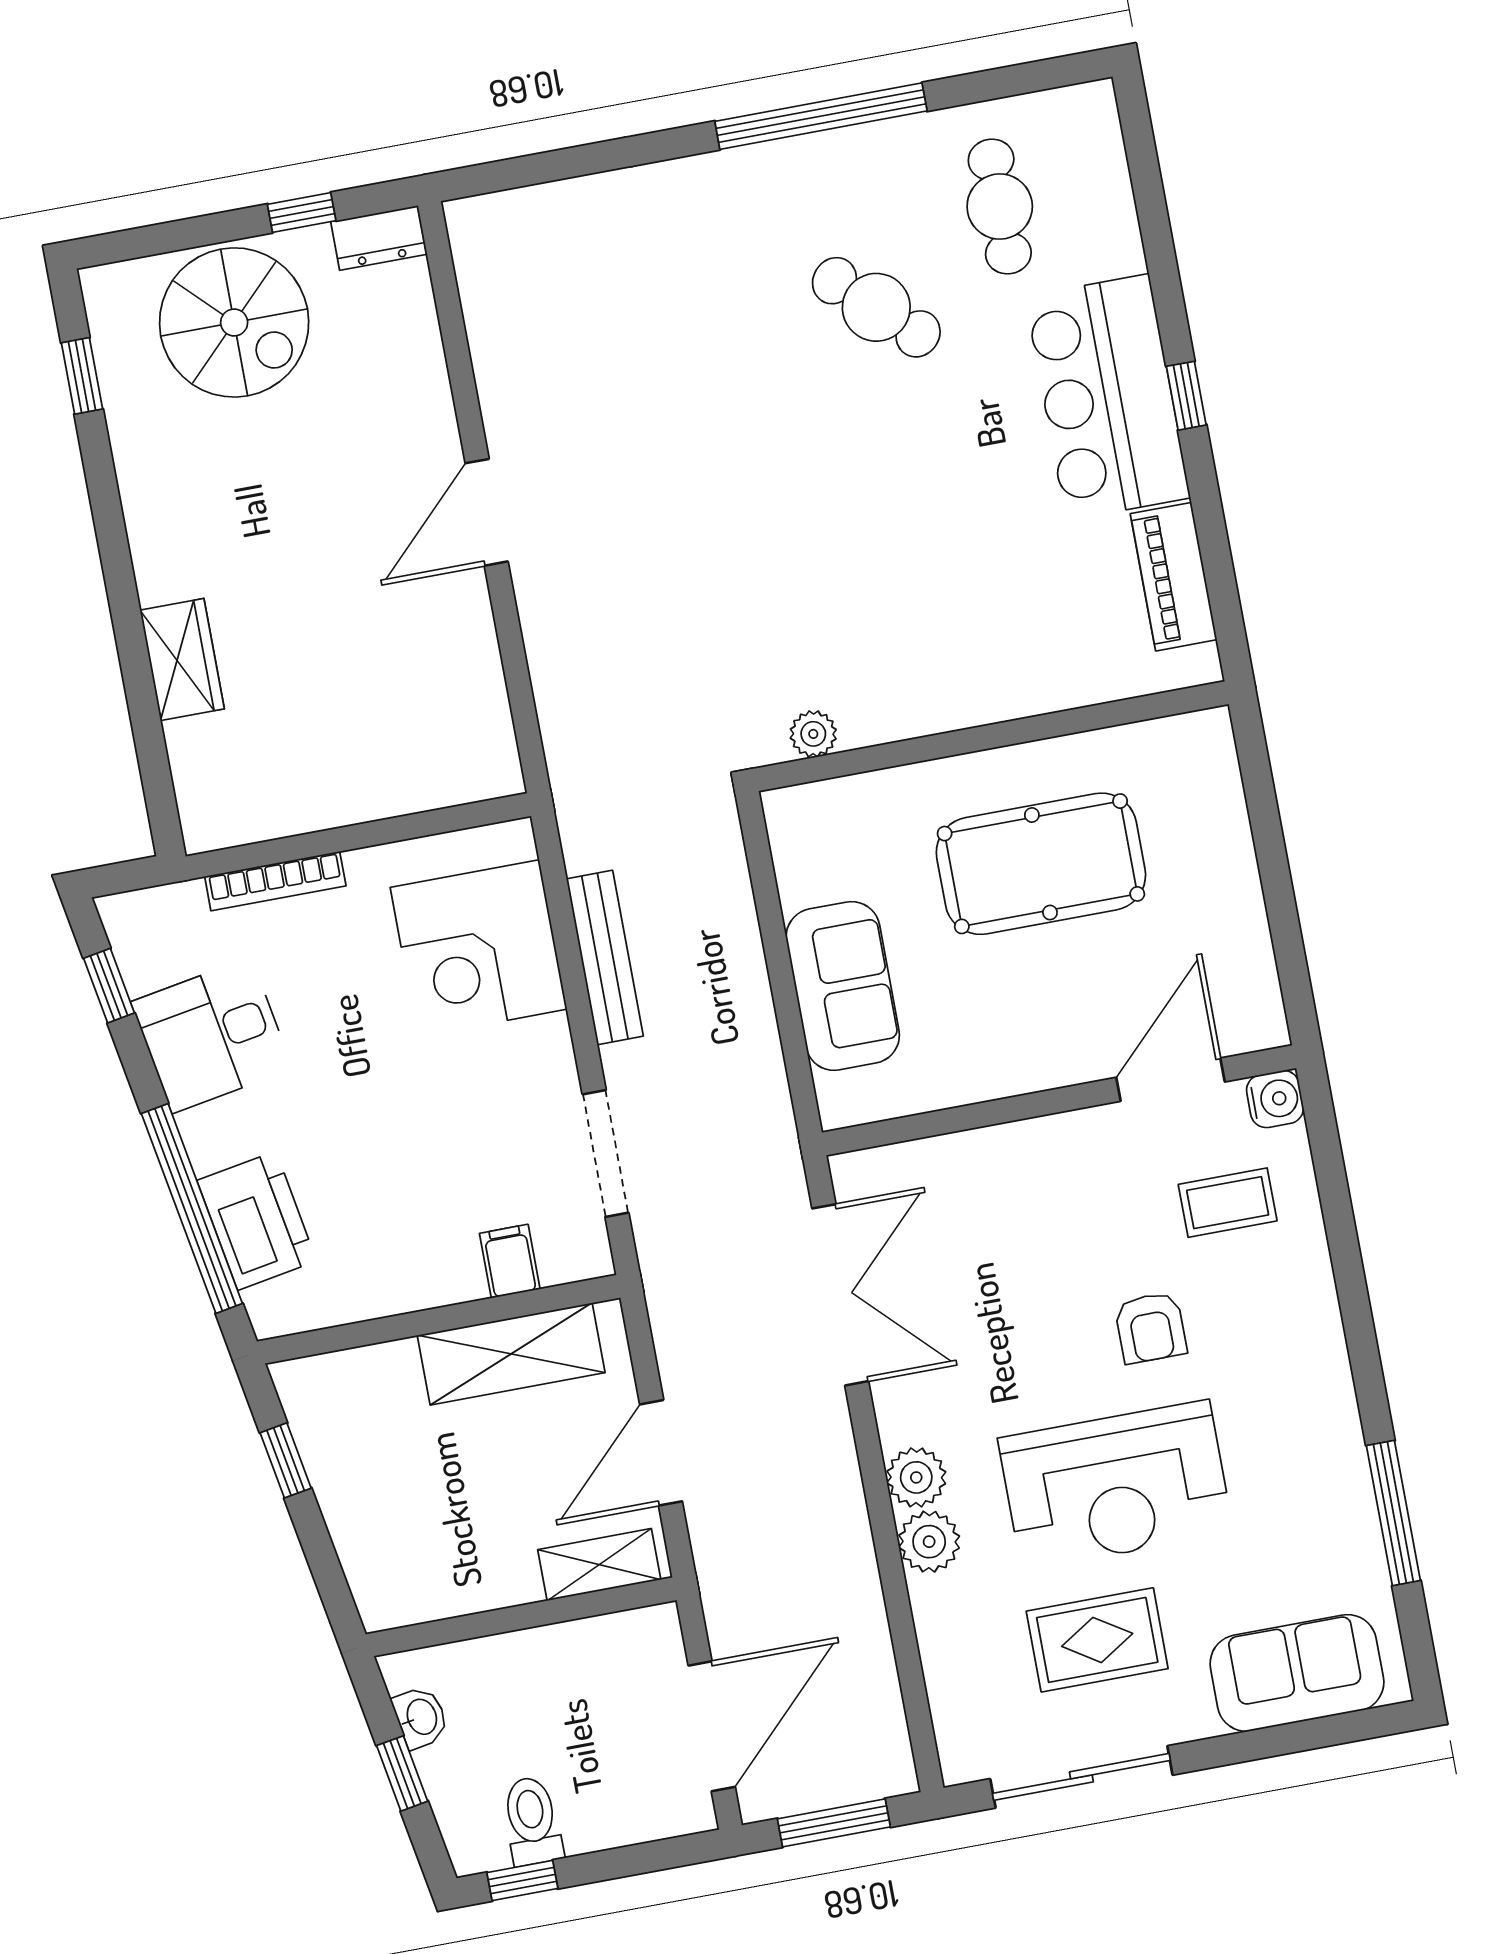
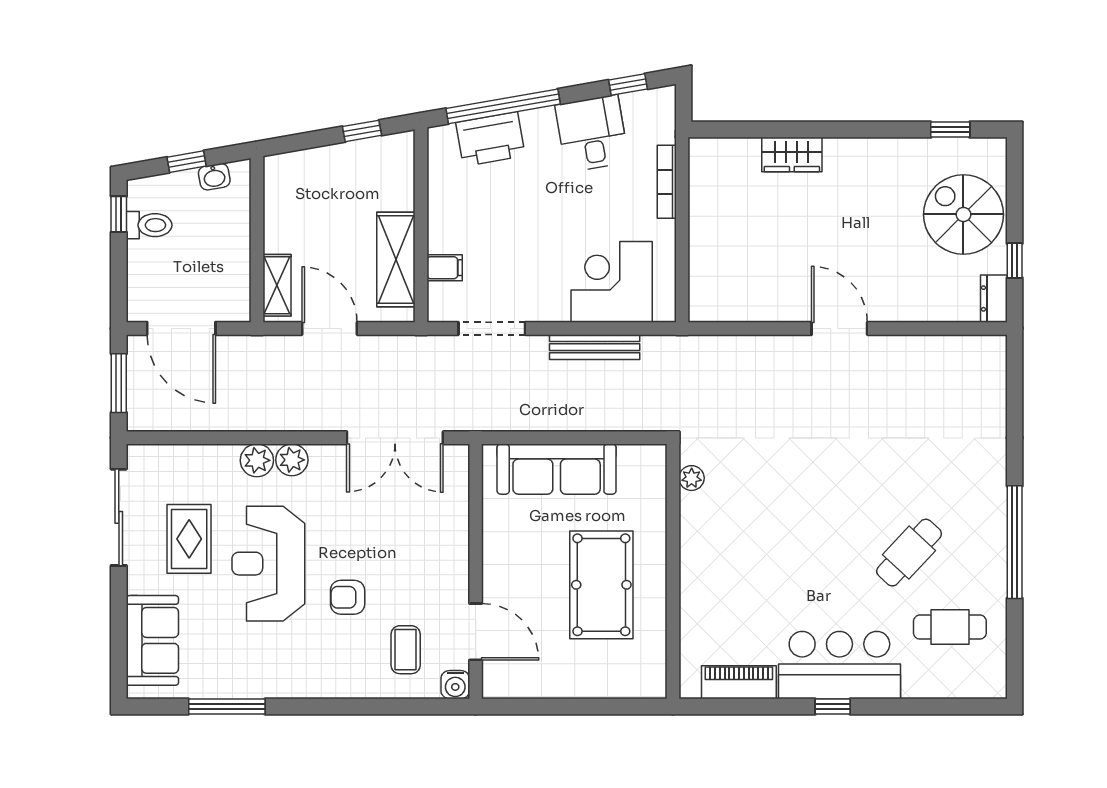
spiral stairs: (234, 322) -> (963, 214), turned 90
sofa: (843, 986) -> (557, 469), width x1.36

